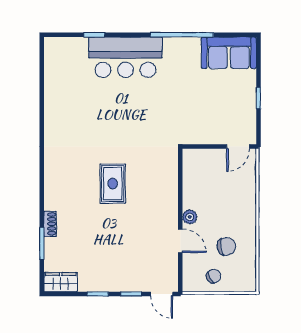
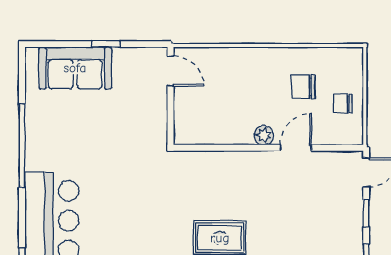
sofa: (229, 53) -> (75, 68), moved, turned 90
chair: (226, 246) -> (303, 87), turned -82
chair: (214, 276) -> (343, 104), turned -59

